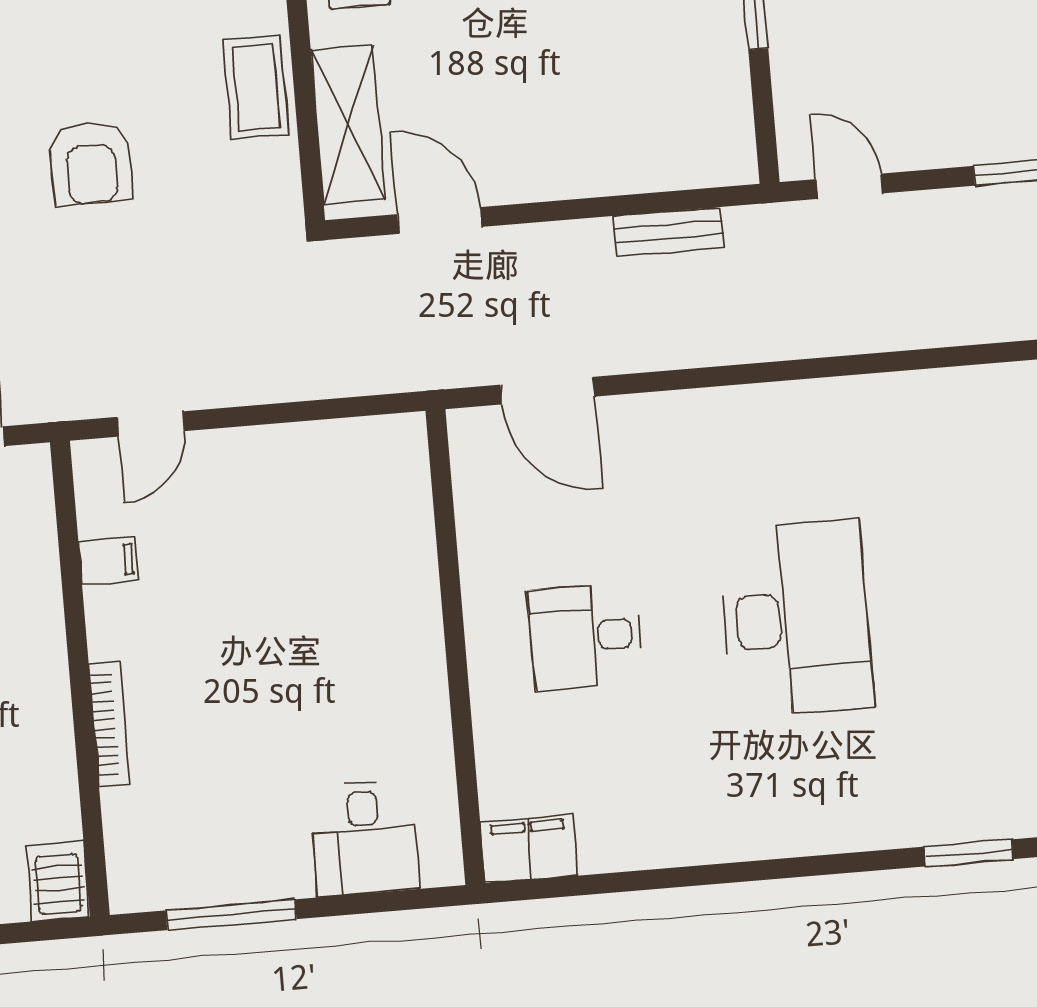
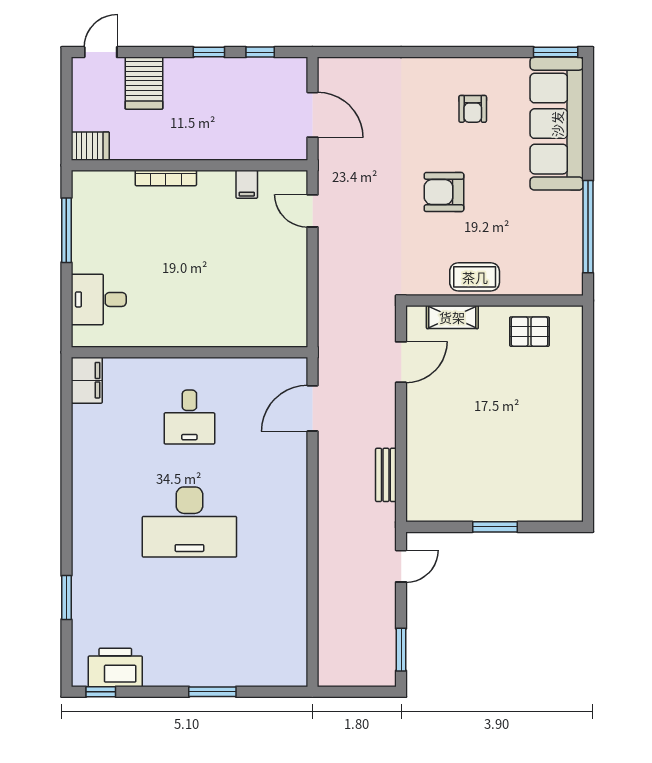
shelving: (348, 125) -> (452, 317), width x0.67, depth x0.75
desk: (586, 636) -> (189, 417), turned 180

